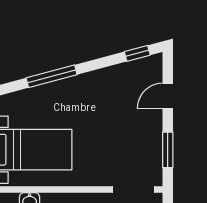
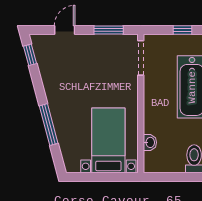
door: (168, 96) -> (65, 30), swing flipped

